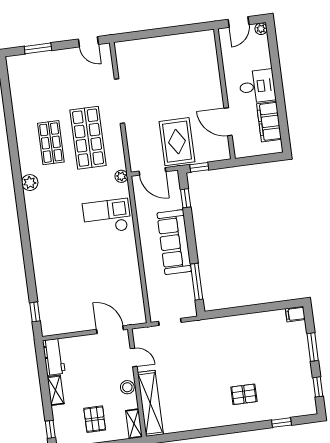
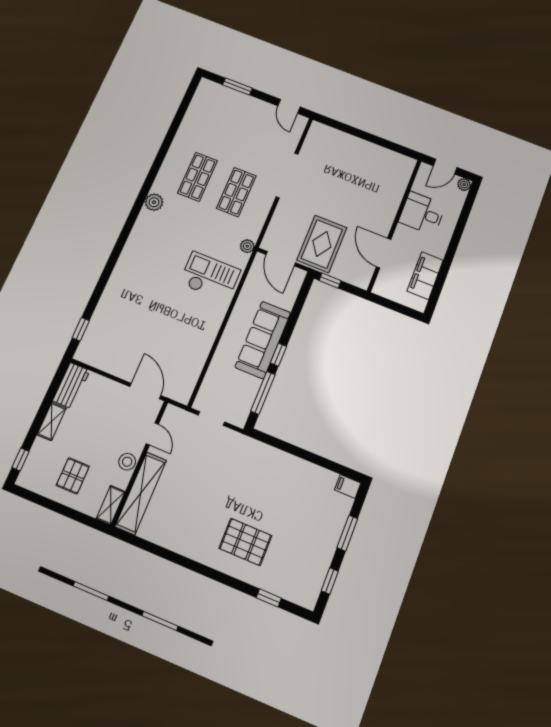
desk: (257, 86) -> (422, 213), moved, turned 180
shop shelf: (88, 138) -> (236, 192), width x0.70, depth x0.74
window: (186, 198) -> (278, 355), moved
pallet: (244, 394) -> (245, 542), width x1.50, depth x1.42

